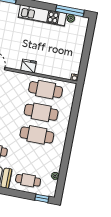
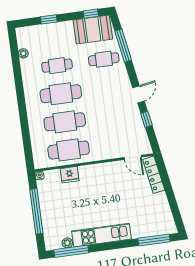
window: (86, 51) -> (36, 211), added
fridge: (28, 66) -> (70, 175), moved
cafe table: (28, 180) -> (57, 66), moved
window: (42, 198) -> (49, 19), moved

